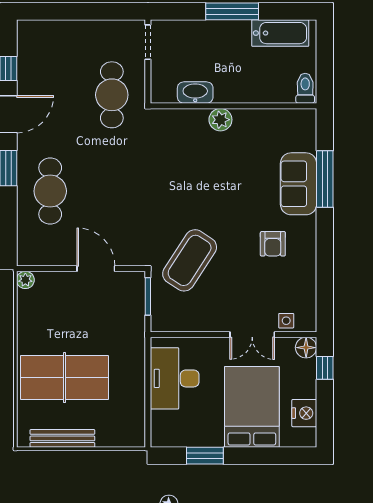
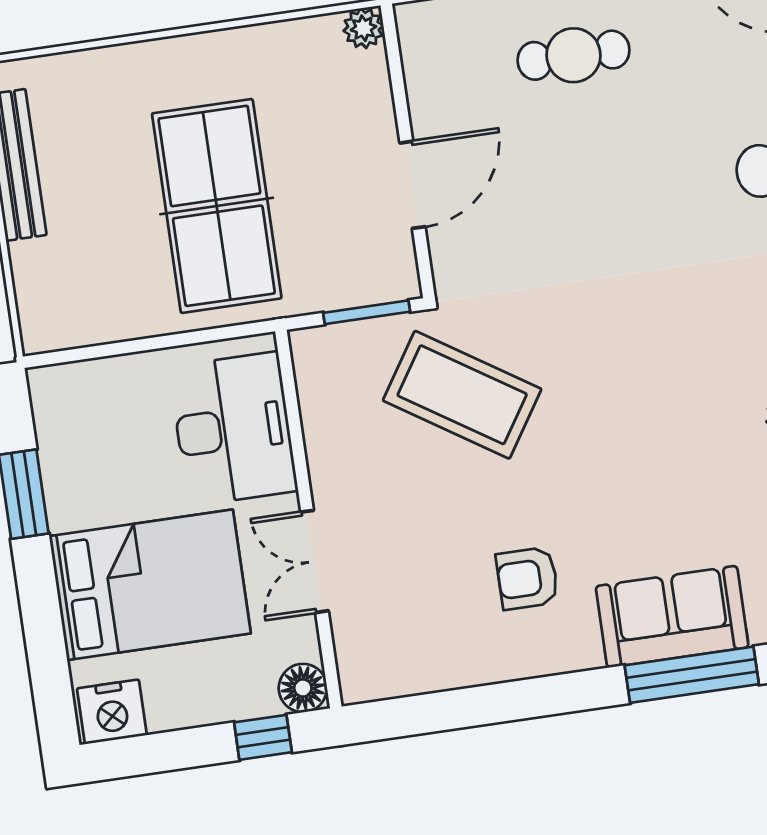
cafe table: (50, 191) -> (574, 55), width x0.73, depth x0.74
side table: (286, 321) -> (357, 634), removed
table tennis table: (64, 378) -> (217, 206), moved
desk: (175, 378) -> (233, 429), moved, turned 90
nightstand: (304, 413) -> (112, 712), moved

